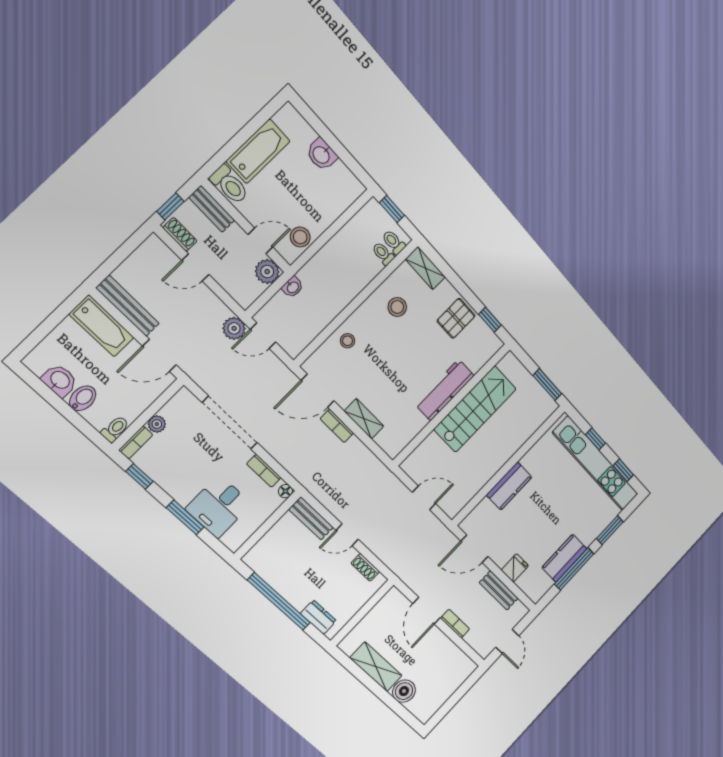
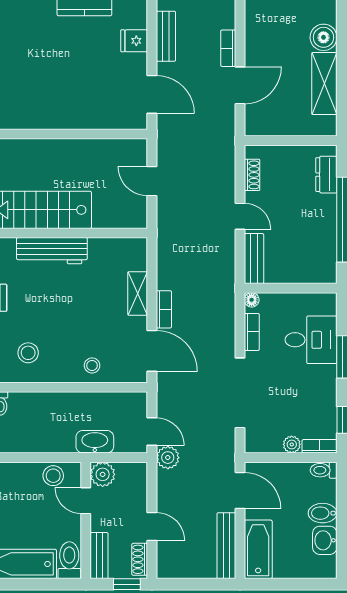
washbasin: (293, 287) -> (95, 442), width x1.91, depth x1.45
kitchen counter: (509, 486) -> (73, 116), removed

